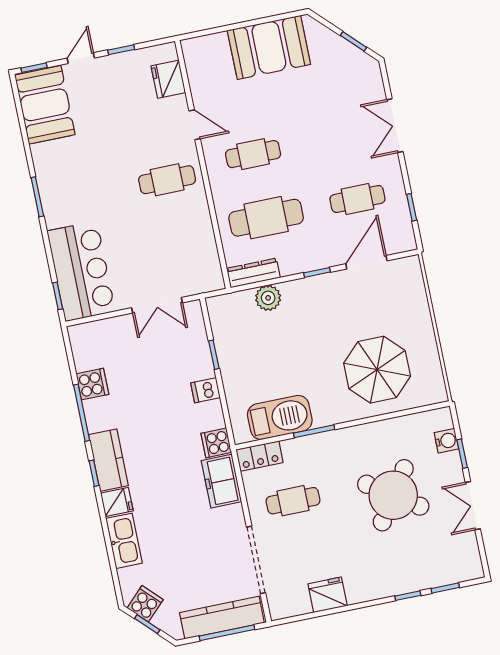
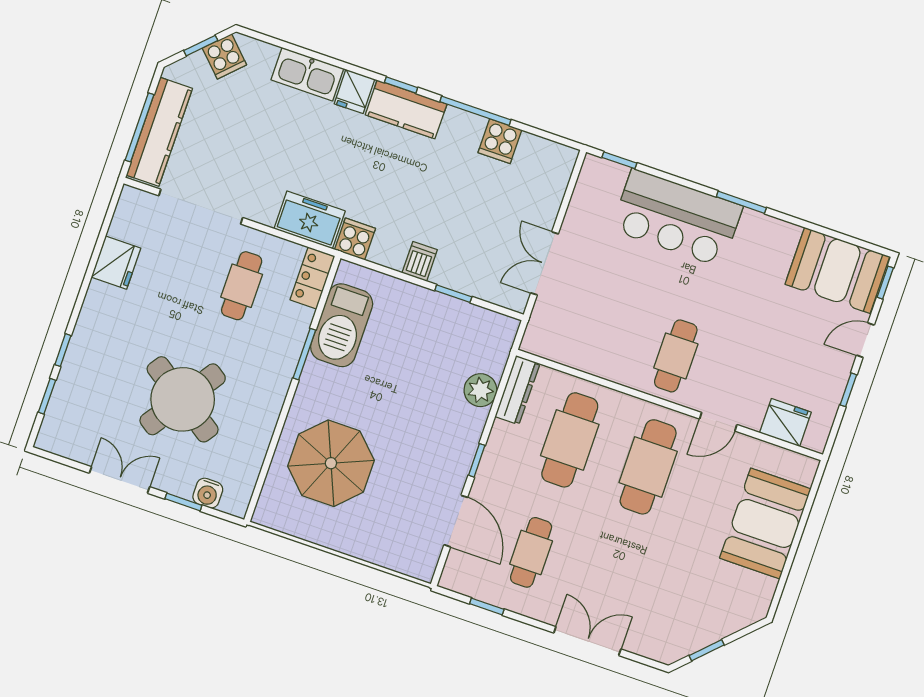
booth: (269, 47) -> (765, 523), moved
door: (81, 58) -> (865, 340), swing flipped
cafe table: (253, 154) -> (648, 467), width x1.37, depth x1.35
bar counter: (81, 271) -> (677, 218), moved

